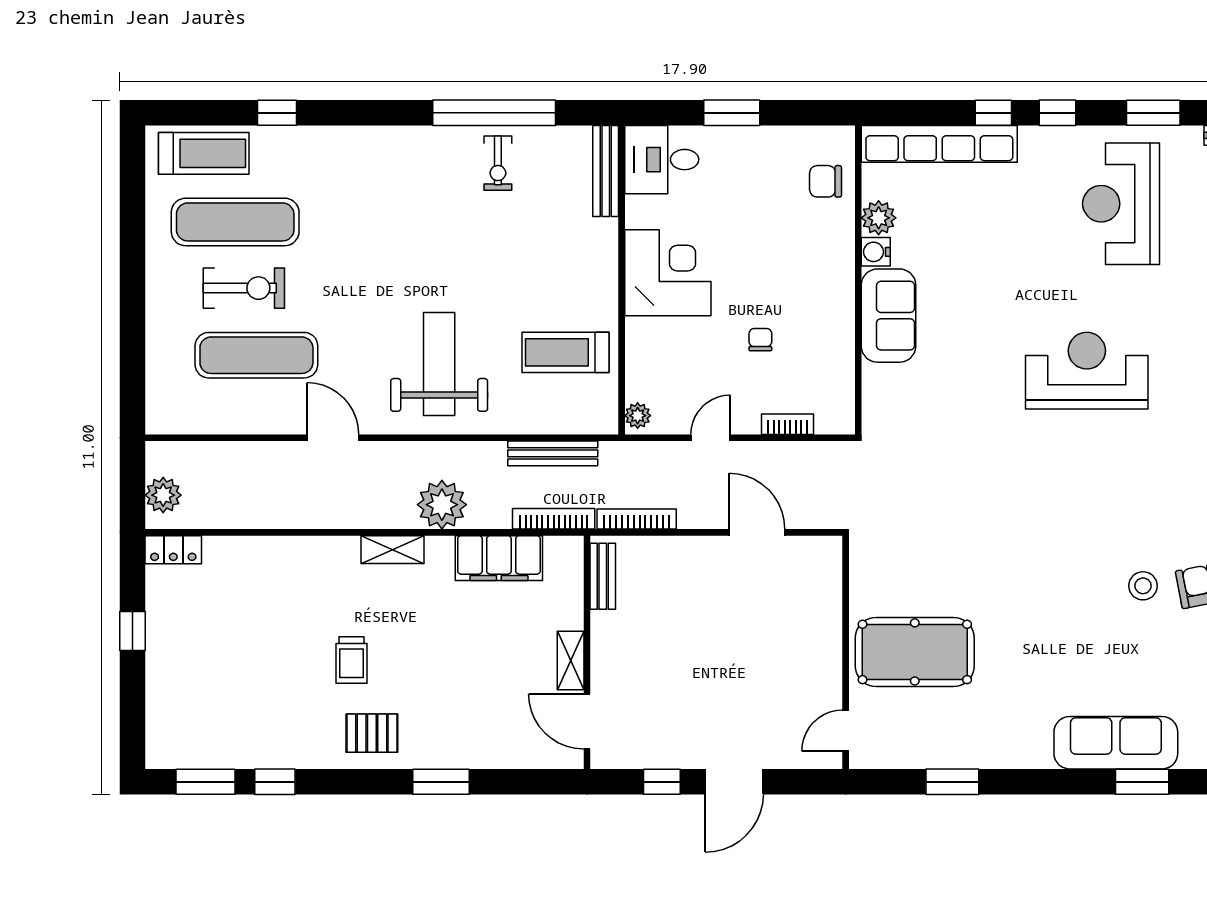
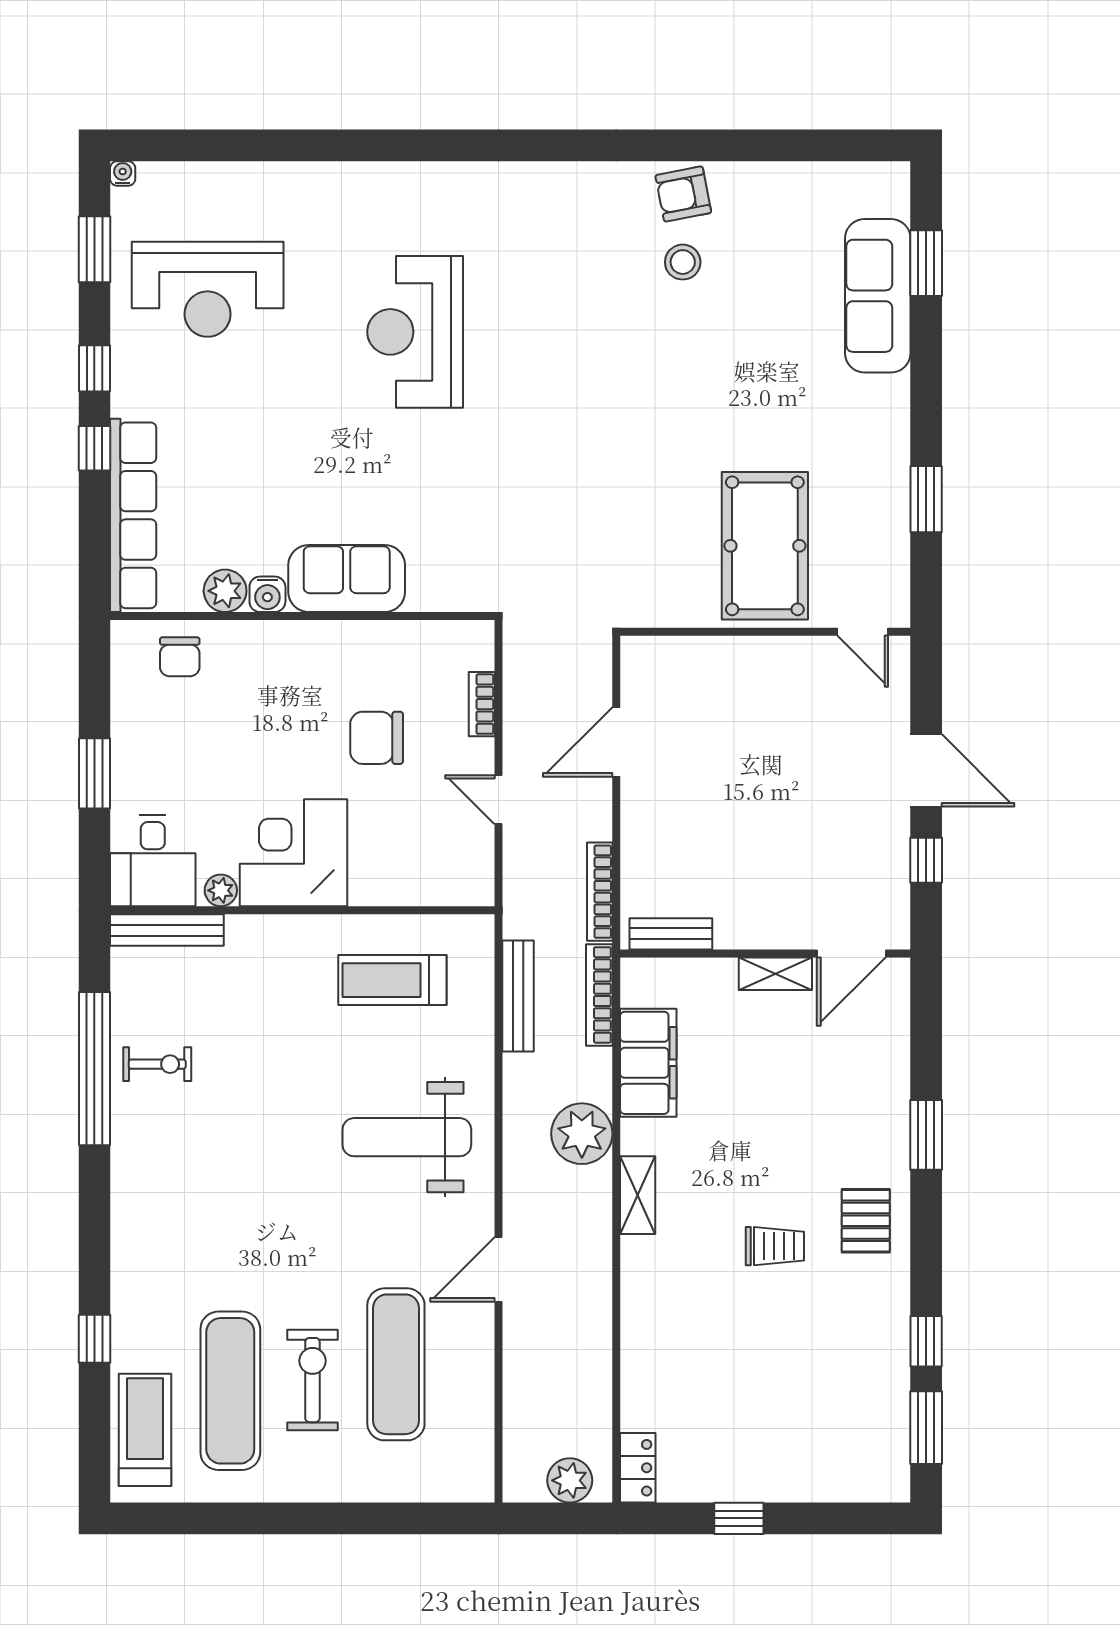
chair: (760, 340) -> (377, 738), width x1.87, depth x1.87
treadmill: (565, 352) -> (392, 980), turned 90
plant: (638, 416) -> (221, 890), moved

